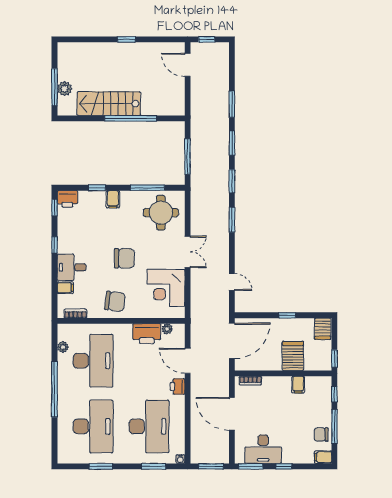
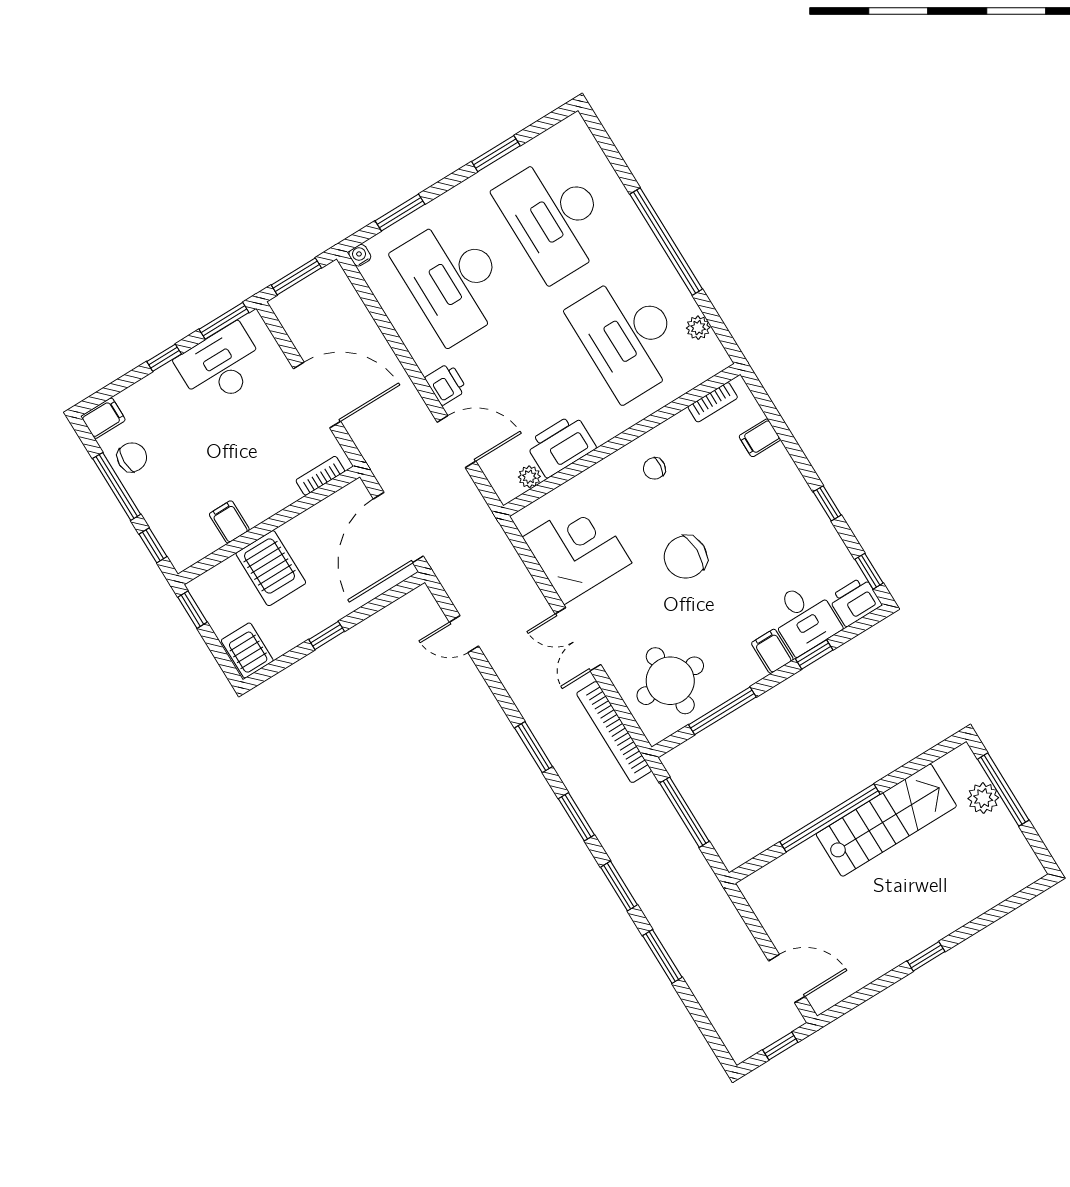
bookcase: (196, 206) -> (614, 732), added
desk: (72, 267) -> (804, 618), moved, turned 90
chair: (115, 301) -> (654, 468), width x0.54, depth x0.54

